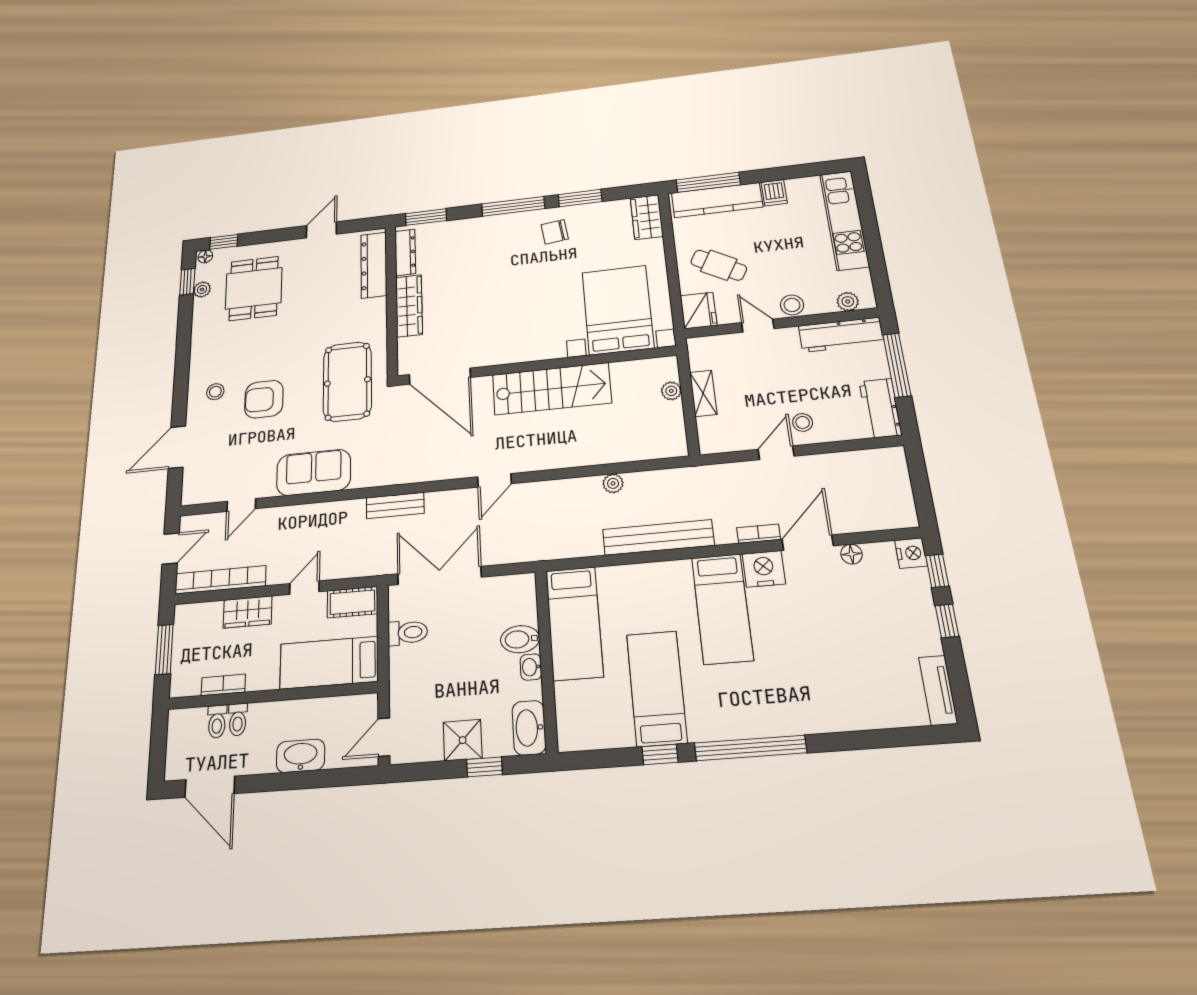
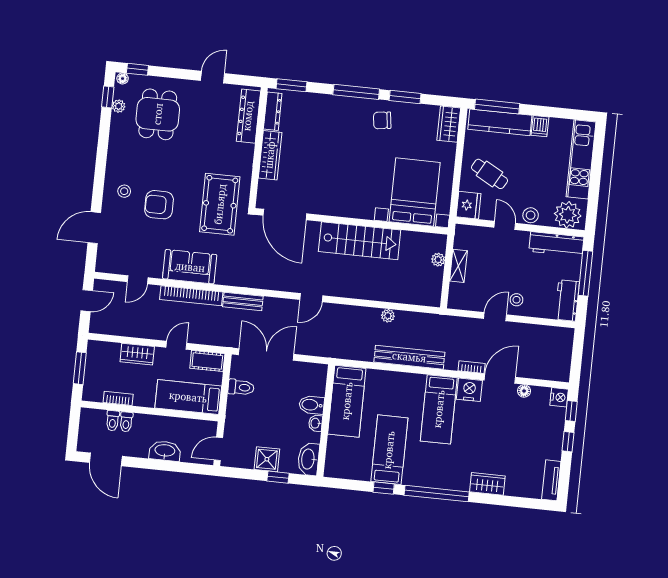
plant: (848, 302) -> (568, 215), width x1.88, depth x1.88
bookcase: (220, 580) -> (191, 296), moved, turned 180
wardrobe: (832, 716) -> (487, 484), added

